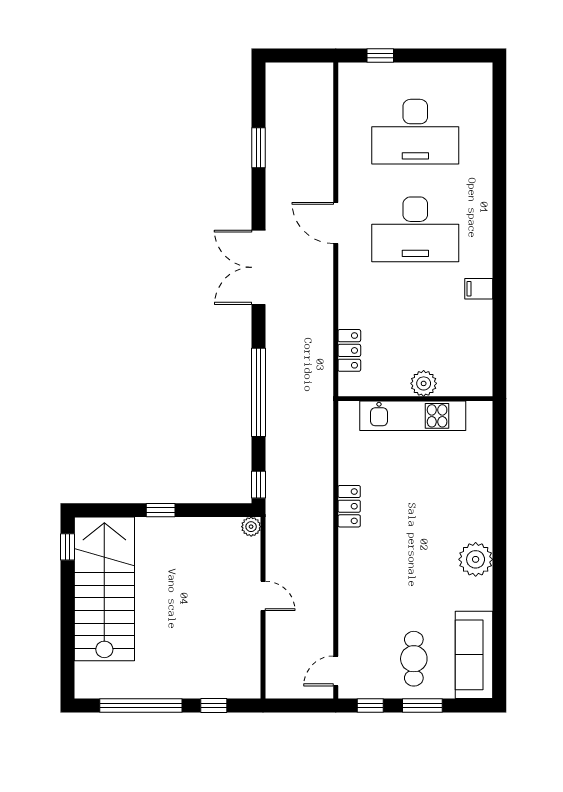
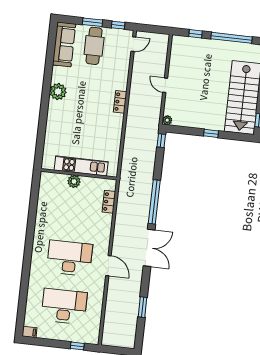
filing cabinet: (479, 289) -> (29, 332), moved
window: (258, 392) -> (154, 202), moved
locker: (349, 506) -> (120, 102), moved
cafe table: (414, 659) -> (94, 46), width x1.37, depth x1.35

